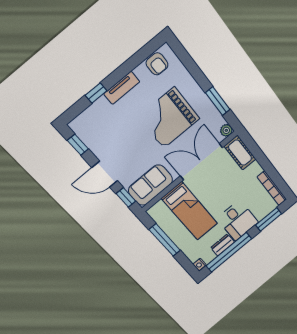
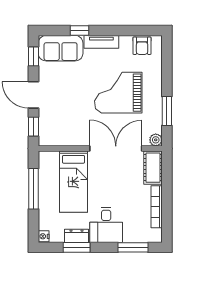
sofa: (151, 185) -> (61, 48), moved, turned 180
bookcase: (272, 188) -> (157, 207), moved
window: (229, 252) -> (77, 247), width x0.47

